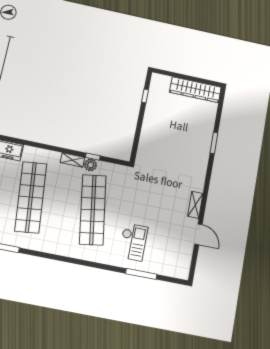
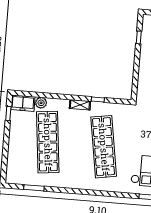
plant: (91, 165) -> (41, 103), moved

